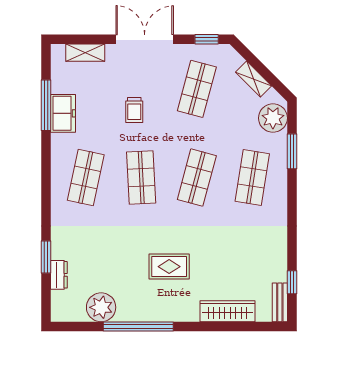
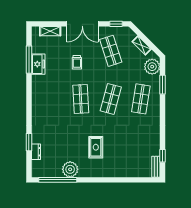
double door: (145, 39) -> (82, 24), swing flipped
shop shelf: (197, 89) -> (111, 51), turned -33
shop shelf: (86, 178) -> (50, 99), removed
rug: (169, 267) -> (96, 147), turned 90
plant: (101, 307) -> (70, 169), moved
wardrobe: (227, 311) -> (127, 172), removed
window: (138, 327) -> (58, 180), moved

